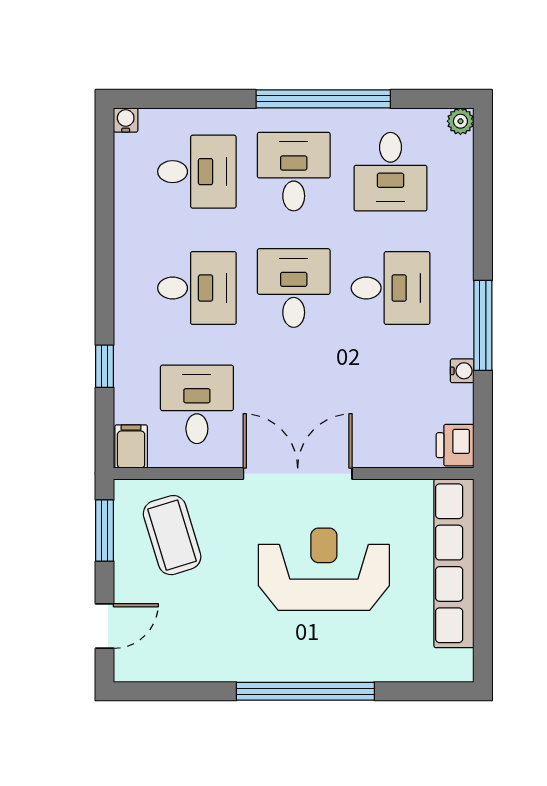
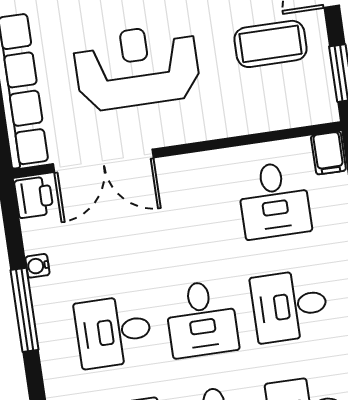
double door: (298, 474) -> (103, 161), moved
coffee table: (172, 535) -> (270, 44), moved, turned -73
reception desk: (324, 569) -> (137, 67), turned 180

